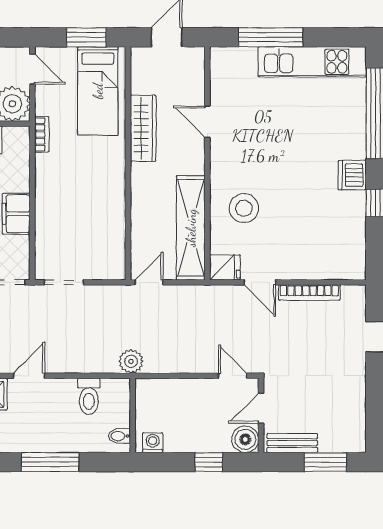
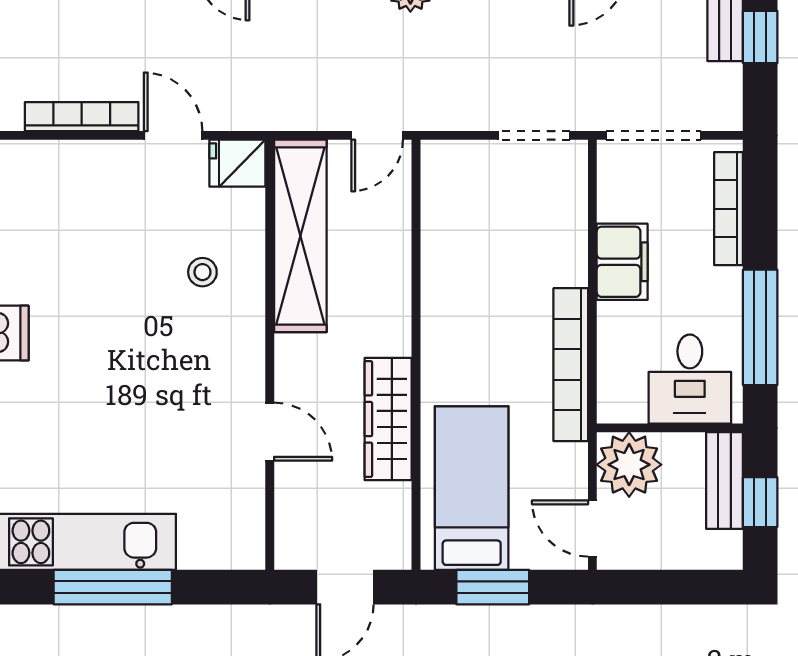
window: (271, 37) -> (113, 587), moved
bookcase: (42, 134) -> (571, 365), width x2.31, depth x1.31
stool: (244, 208) -> (202, 272), width x0.53, depth x0.53

